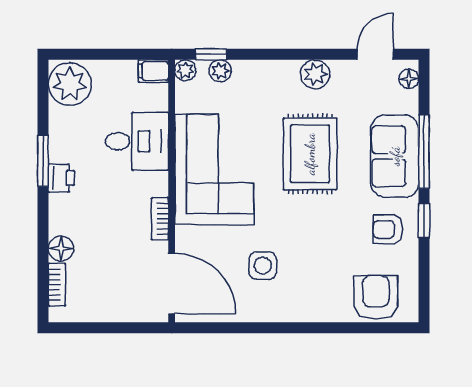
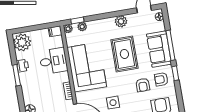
printer: (61, 178) -> (23, 66), moved
armchair: (341, 236) -> (143, 85), added

